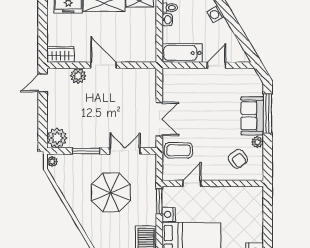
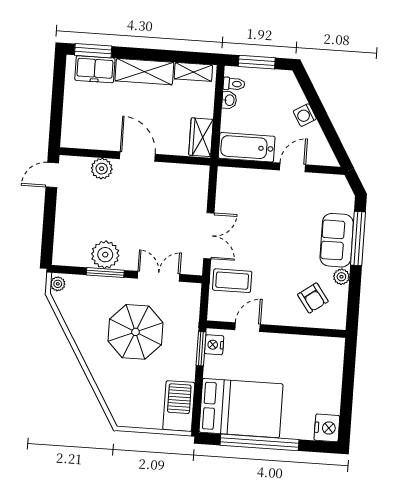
washing machine: (215, 14) -> (305, 115), moved
wardrobe: (61, 54) -> (201, 137), moved, turned -90
plant: (57, 138) -> (105, 255), moved
nightstand: (169, 214) -> (214, 345), moved

